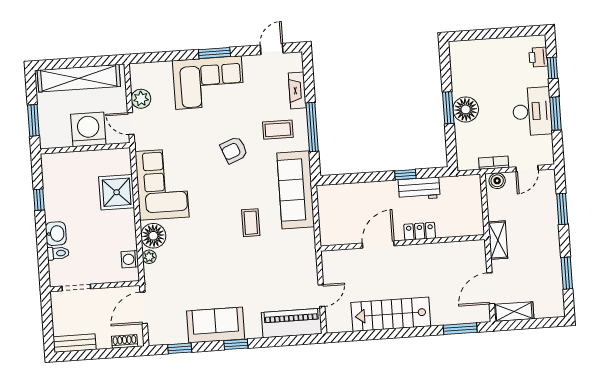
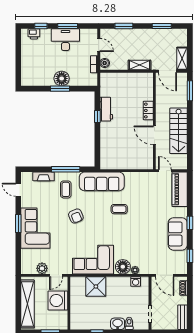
locker: (420, 231) -> (148, 110), moved
wall: (403, 243) -> (154, 121), moved
door: (378, 245) -> (154, 135), moved

